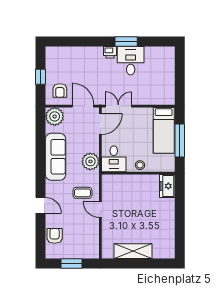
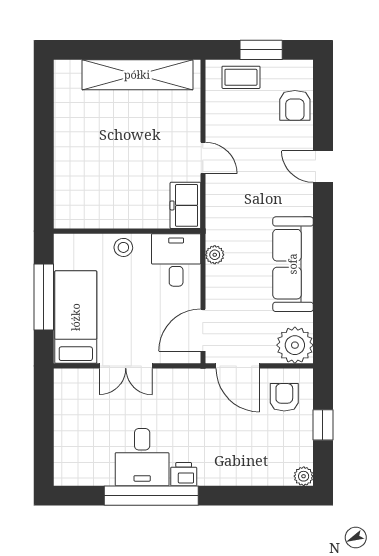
window: (126, 41) -> (151, 496), width x2.11
plant: (50, 51) -> (304, 476), added
double door: (118, 106) -> (126, 366), moved
plant: (90, 161) -> (215, 255), width x0.53, depth x0.53
freezer: (167, 186) -> (185, 205), moved, turned 180
coffee table: (82, 193) -> (241, 77), moved
shelving: (133, 251) -> (137, 75), width x1.47

